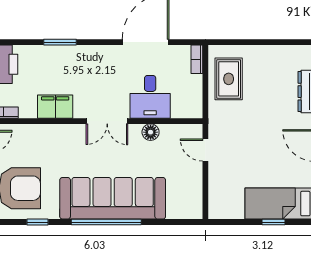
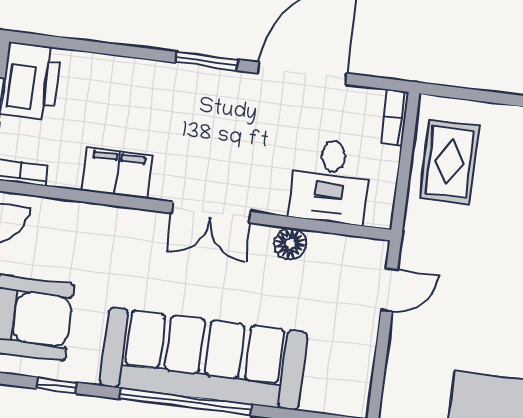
window: (60, 42) -> (206, 61), moved
desk: (150, 97) -> (330, 181), moved
door: (205, 150) -> (389, 290), swing flipped

